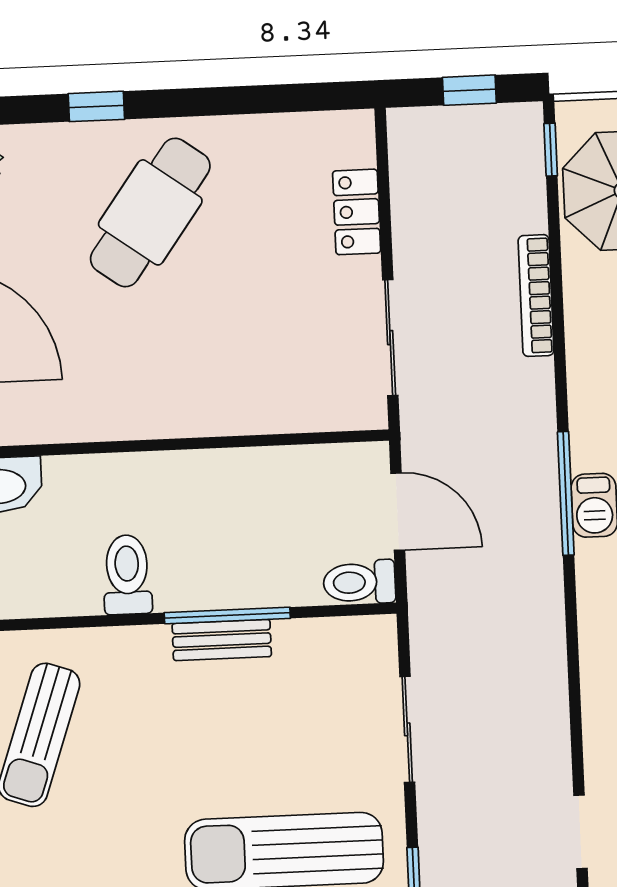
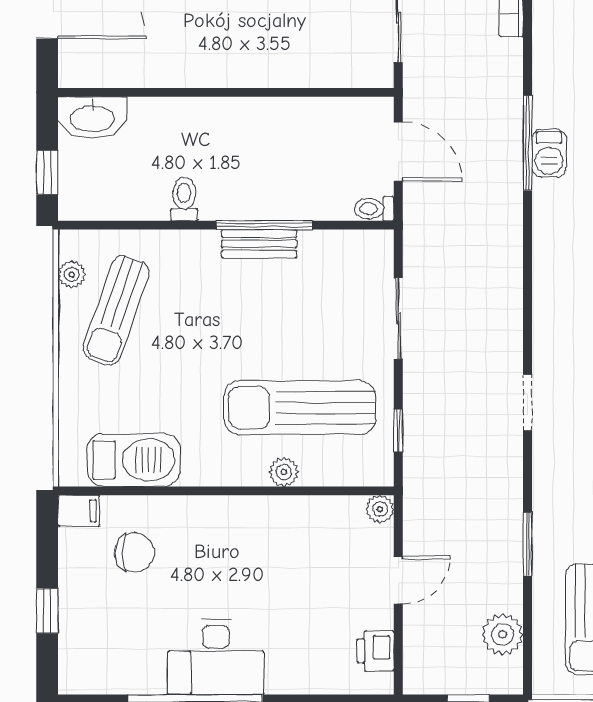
toilet: (127, 575) -> (184, 199), width x0.73, depth x0.72
toilet: (359, 582) -> (374, 209), width x0.73, depth x0.72

